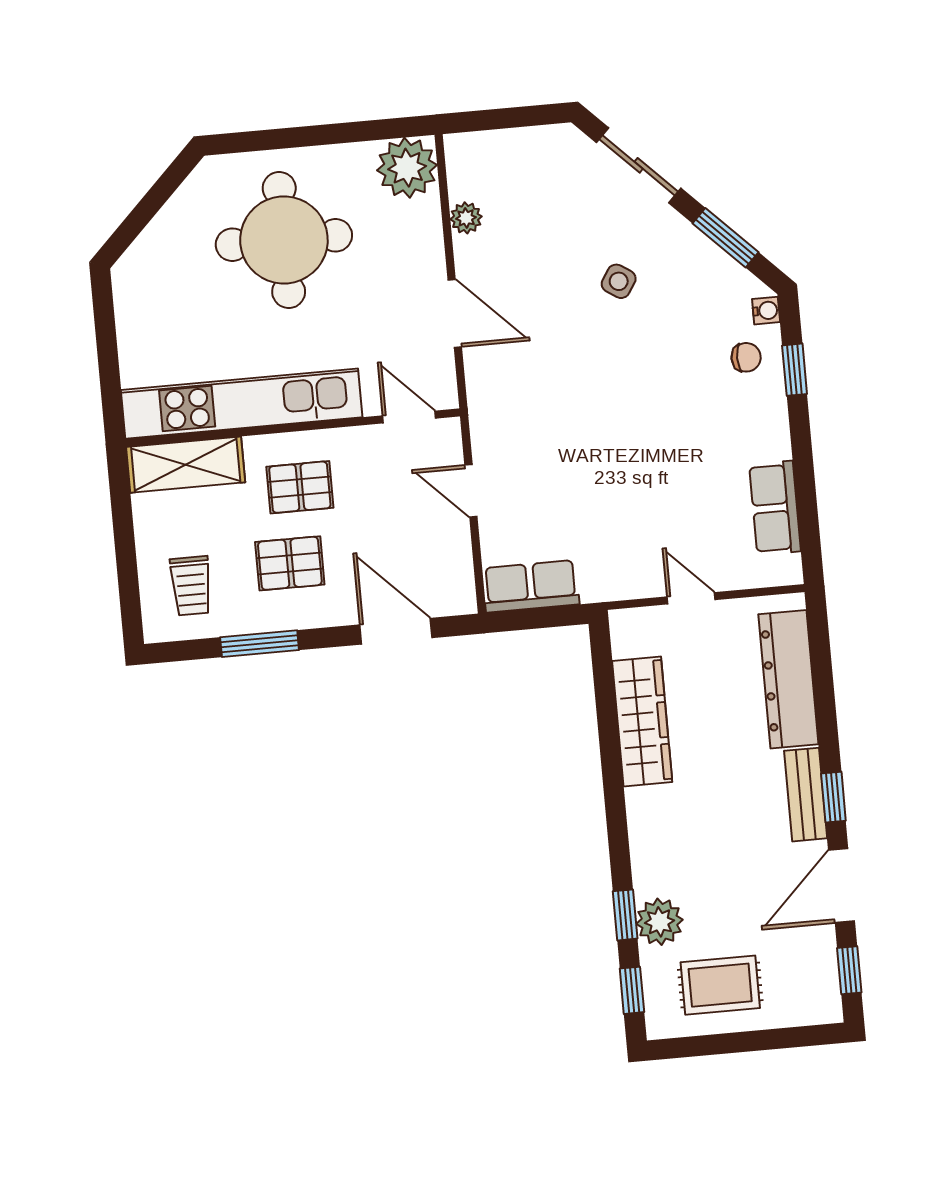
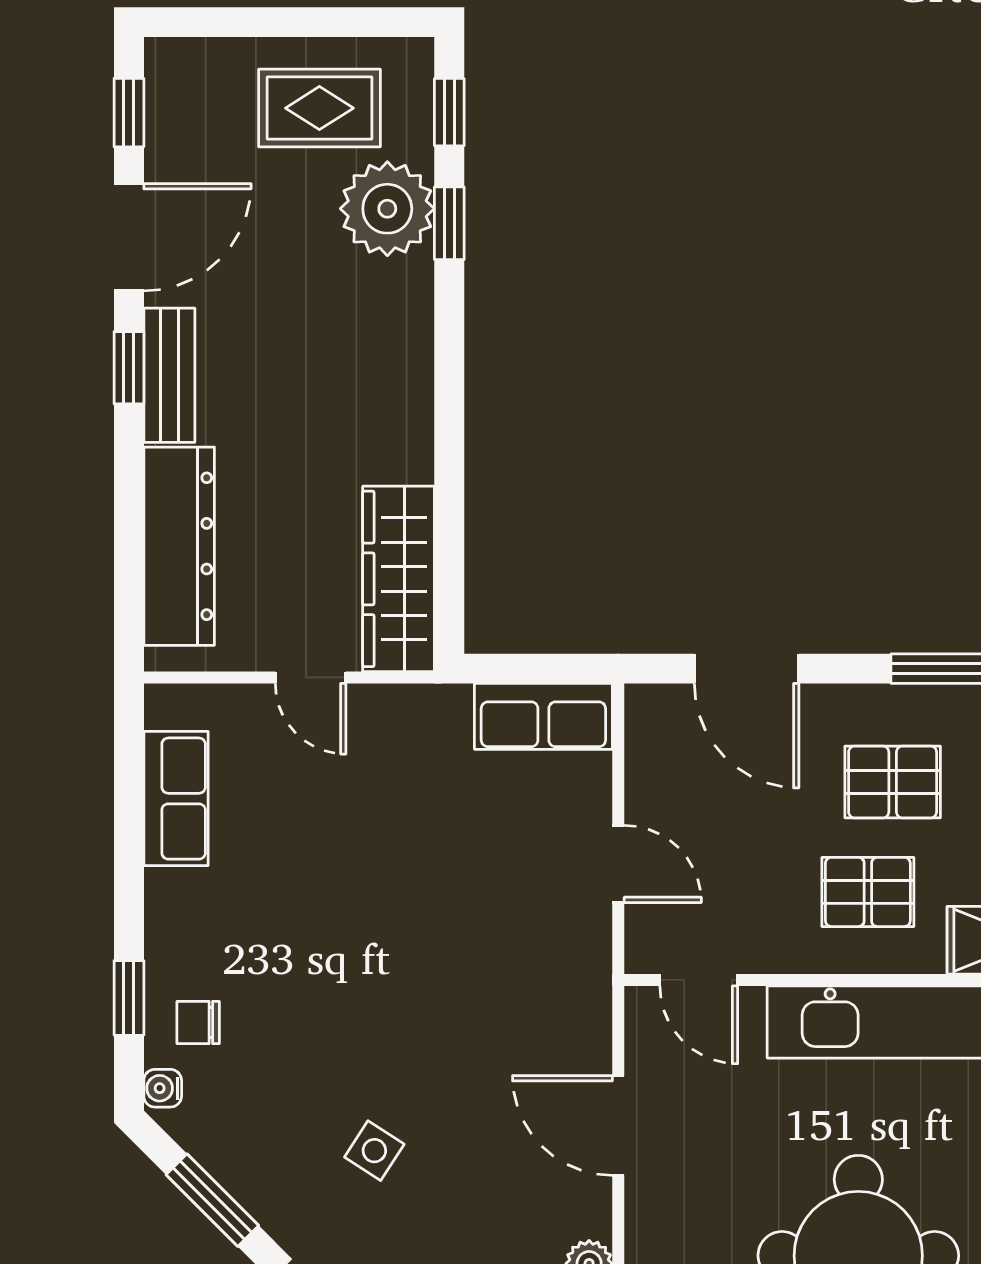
wardrobe: (642, 722) -> (399, 579), moved
plant: (660, 922) -> (387, 209), width x1.36, depth x1.36

